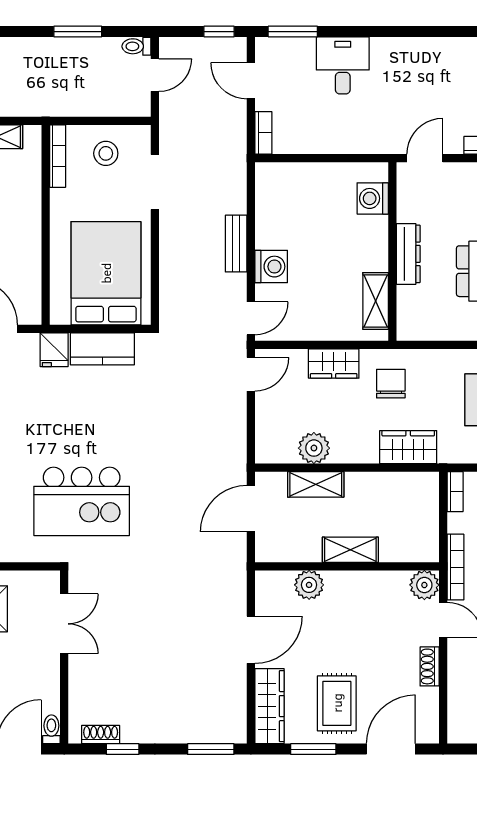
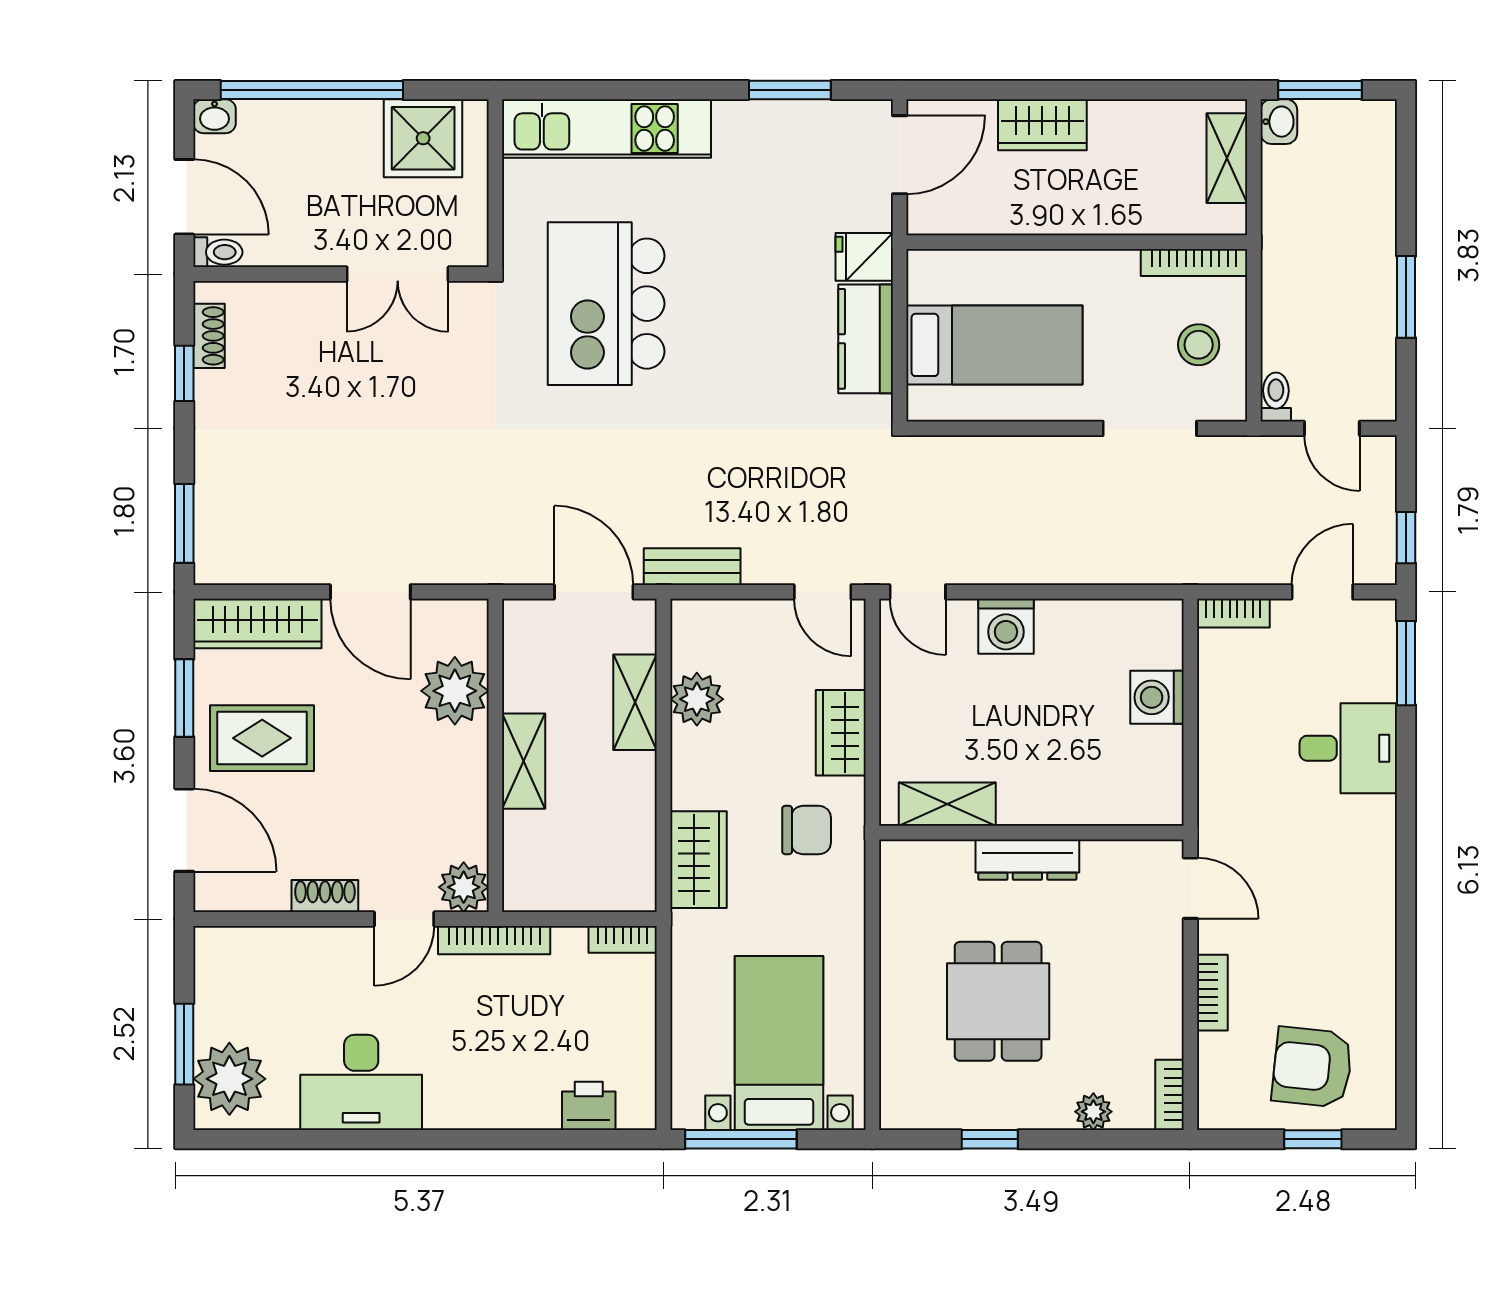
toilet: (136, 46) -> (1276, 397), moved
washing machine: (373, 198) -> (1157, 697), moved, turned -90
bench: (236, 244) -> (692, 567), moved
bed: (106, 273) -> (994, 345), width x0.67
plant: (309, 585) -> (455, 691), width x1.36, depth x1.36

